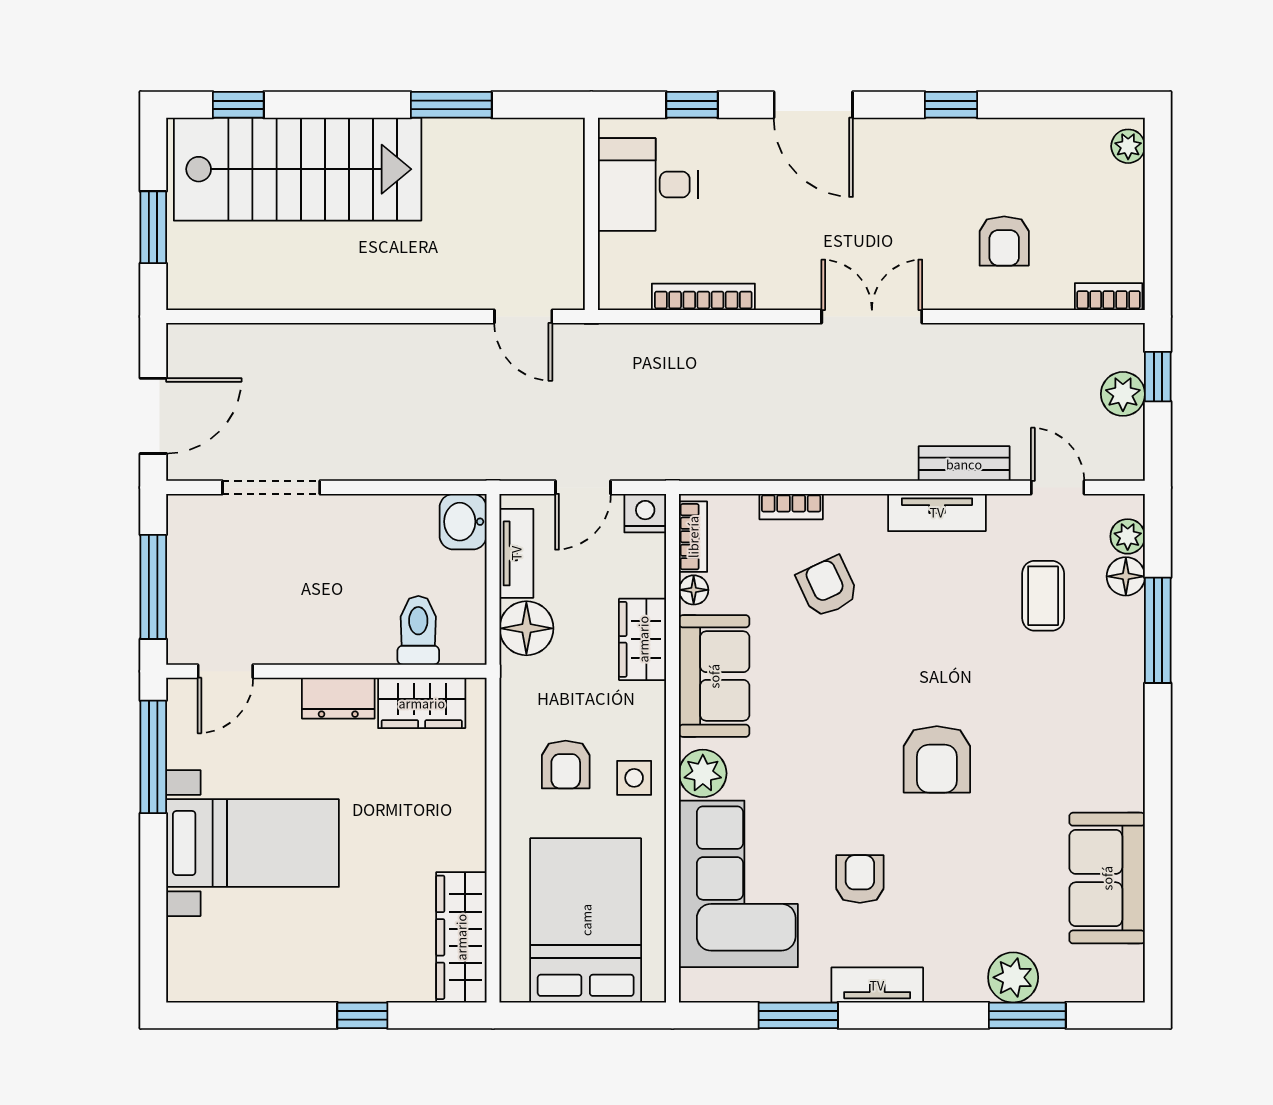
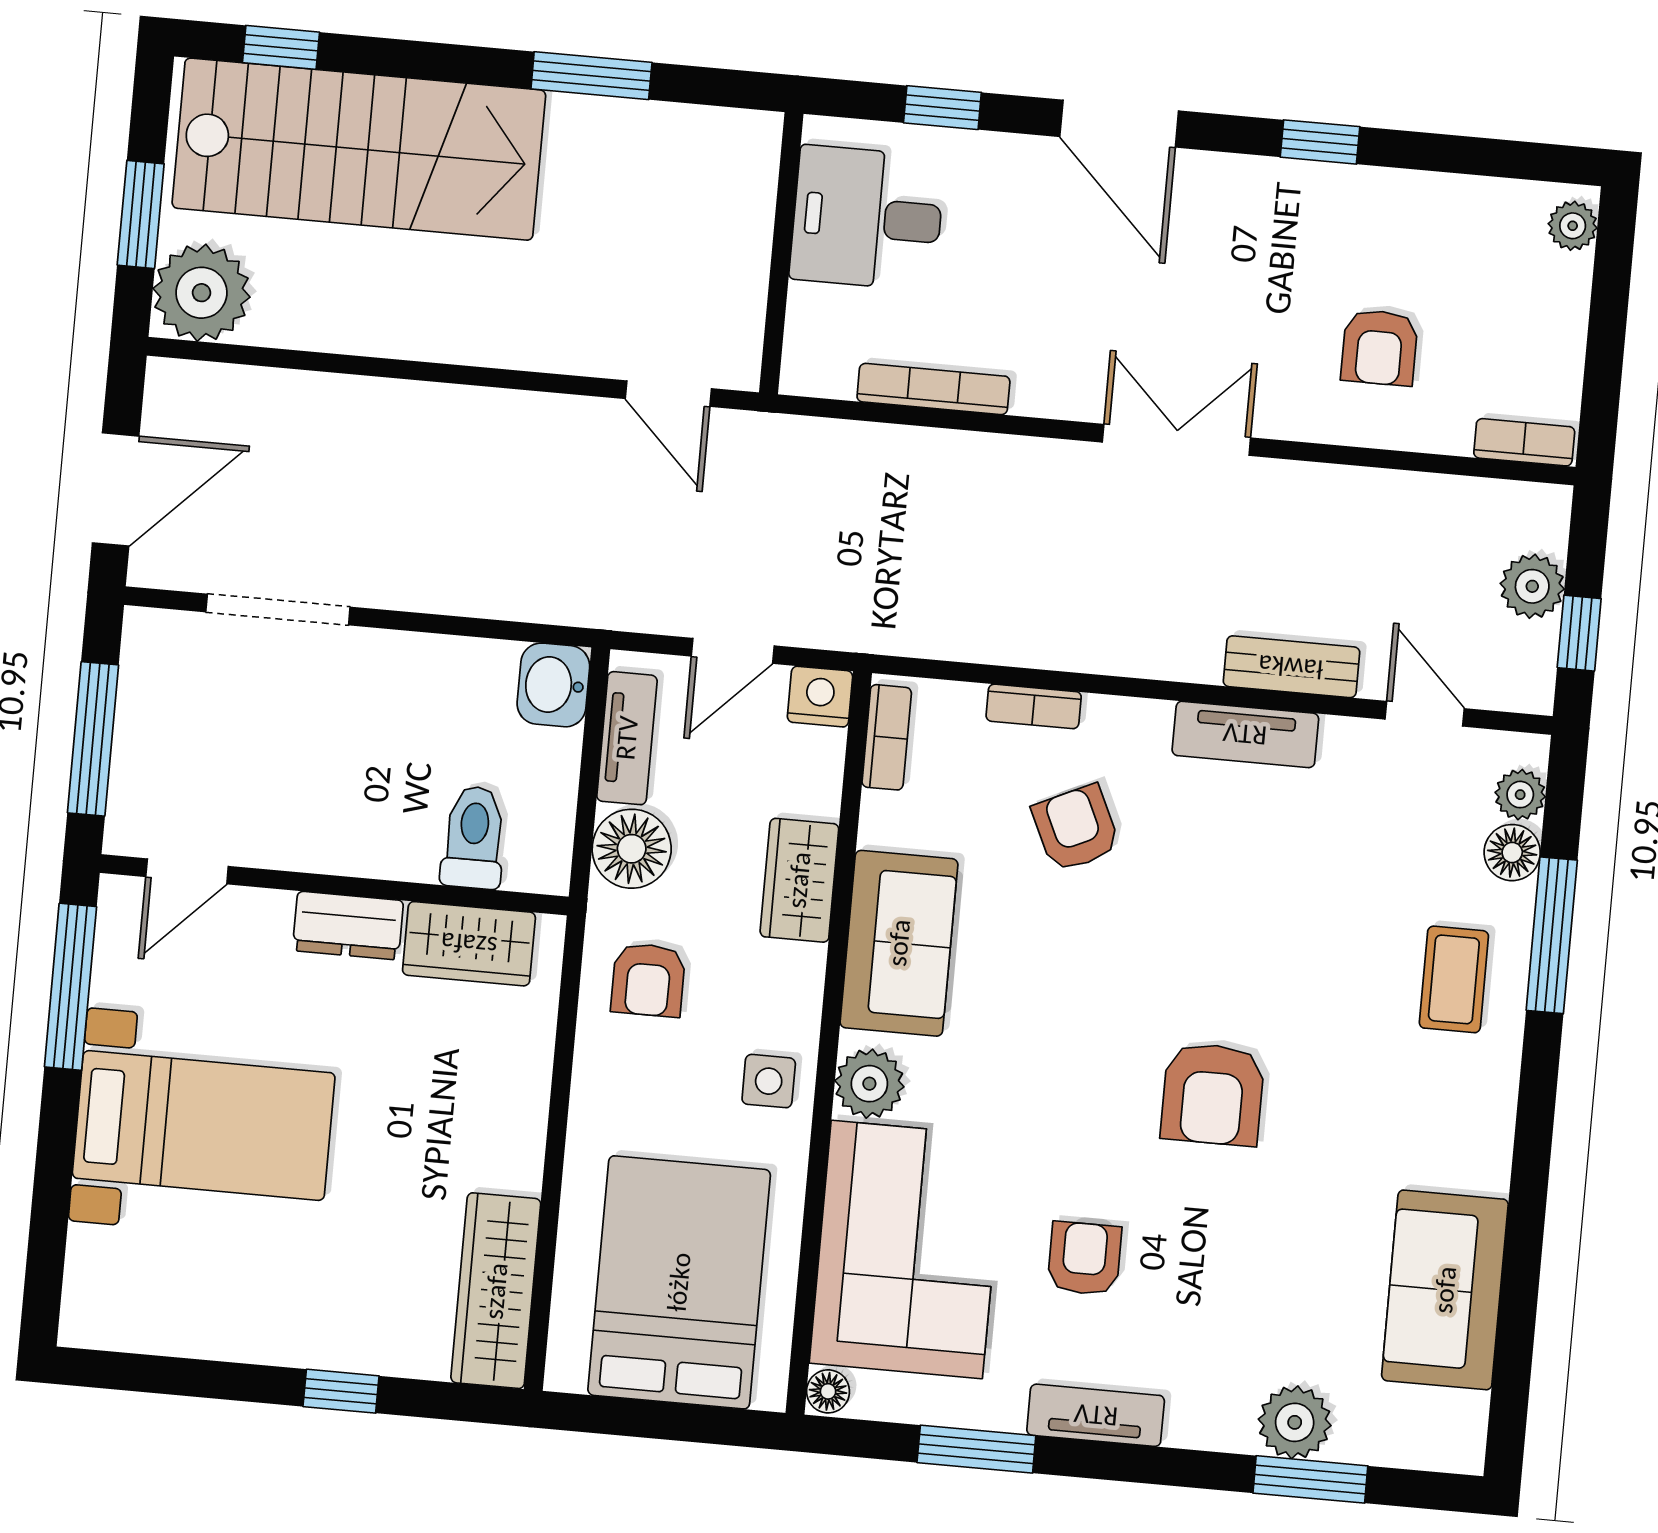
plant: (199, 277) -> (201, 293), added
window: (1158, 377) -> (1579, 633), moved
floor lamp: (694, 590) -> (828, 1391), moved
coffee table: (1043, 596) -> (1454, 979), moved
armchair: (566, 765) -> (648, 980), moved

